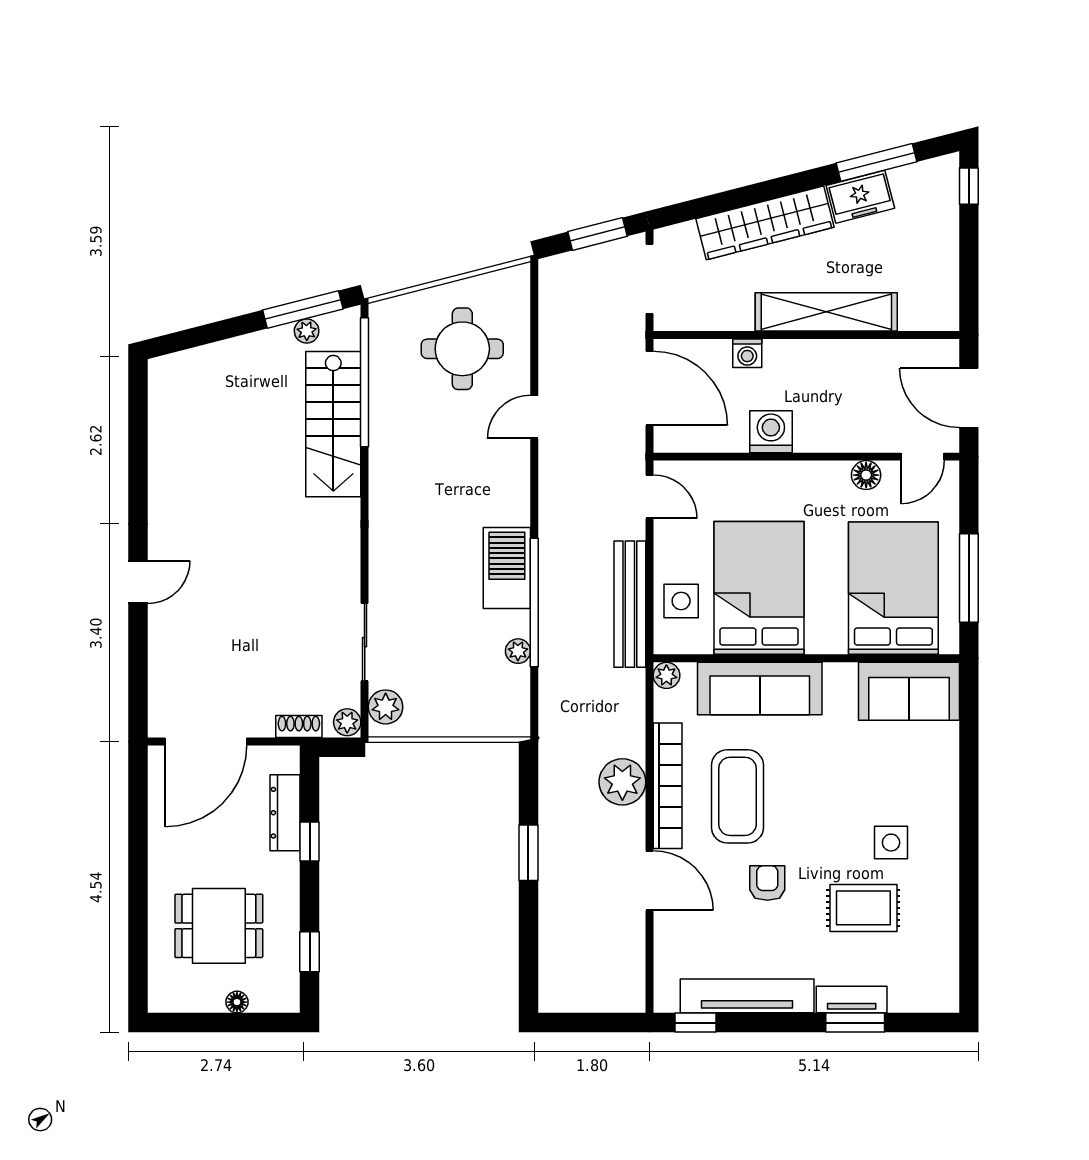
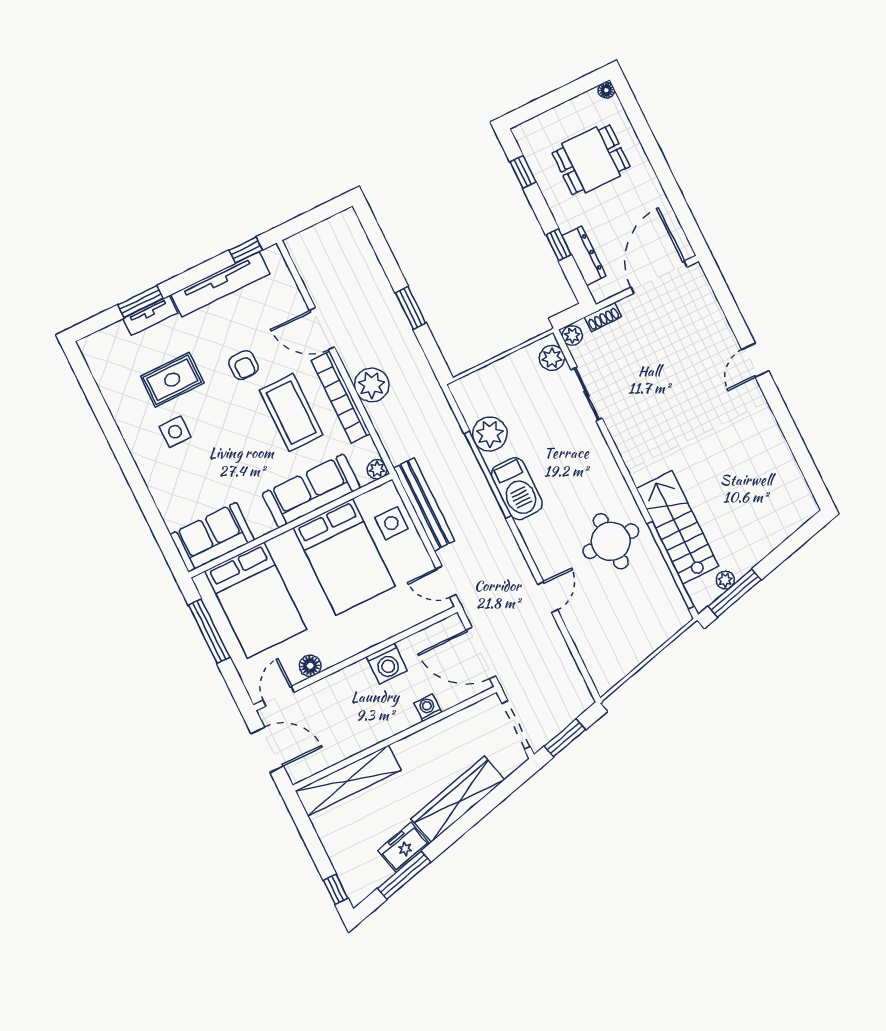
shelving: (826, 312) -> (348, 780), moved
round table: (462, 349) -> (611, 541), moved
plant: (518, 651) -> (490, 434), width x1.87, depth x1.87
floor lamp: (237, 1002) -> (606, 90), moved

